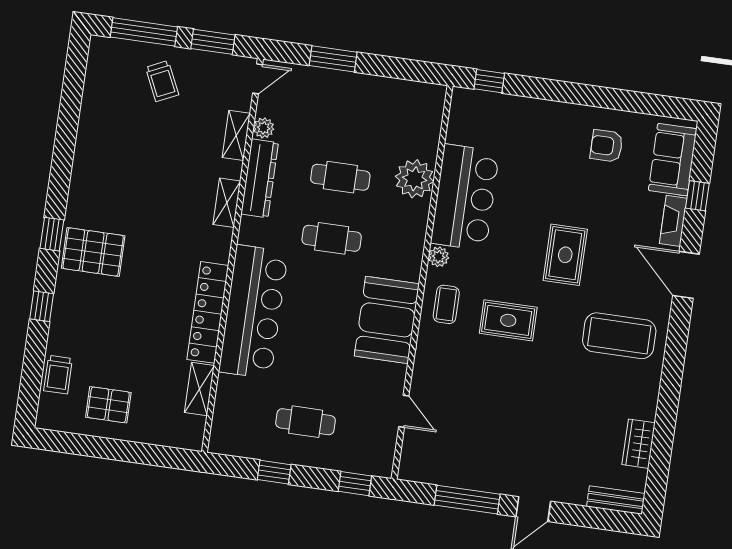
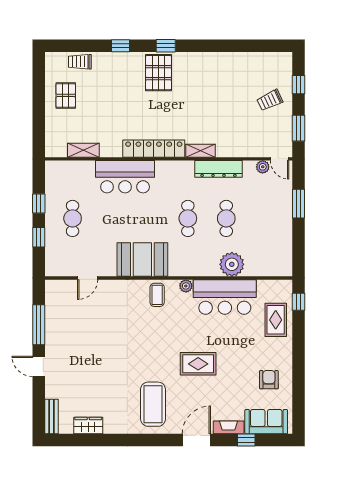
window: (144, 32) -> (299, 85), width x0.46
plant: (264, 128) -> (263, 167), moved
shelving: (236, 135) -> (243, 151), removed
coffee table: (446, 304) -> (157, 295), turned 90
locker: (208, 312) -> (154, 149), moved
bar counter: (253, 312) -> (125, 177), width x0.73
rug: (508, 320) -> (276, 320), moved
window: (355, 484) -> (39, 237), moved

